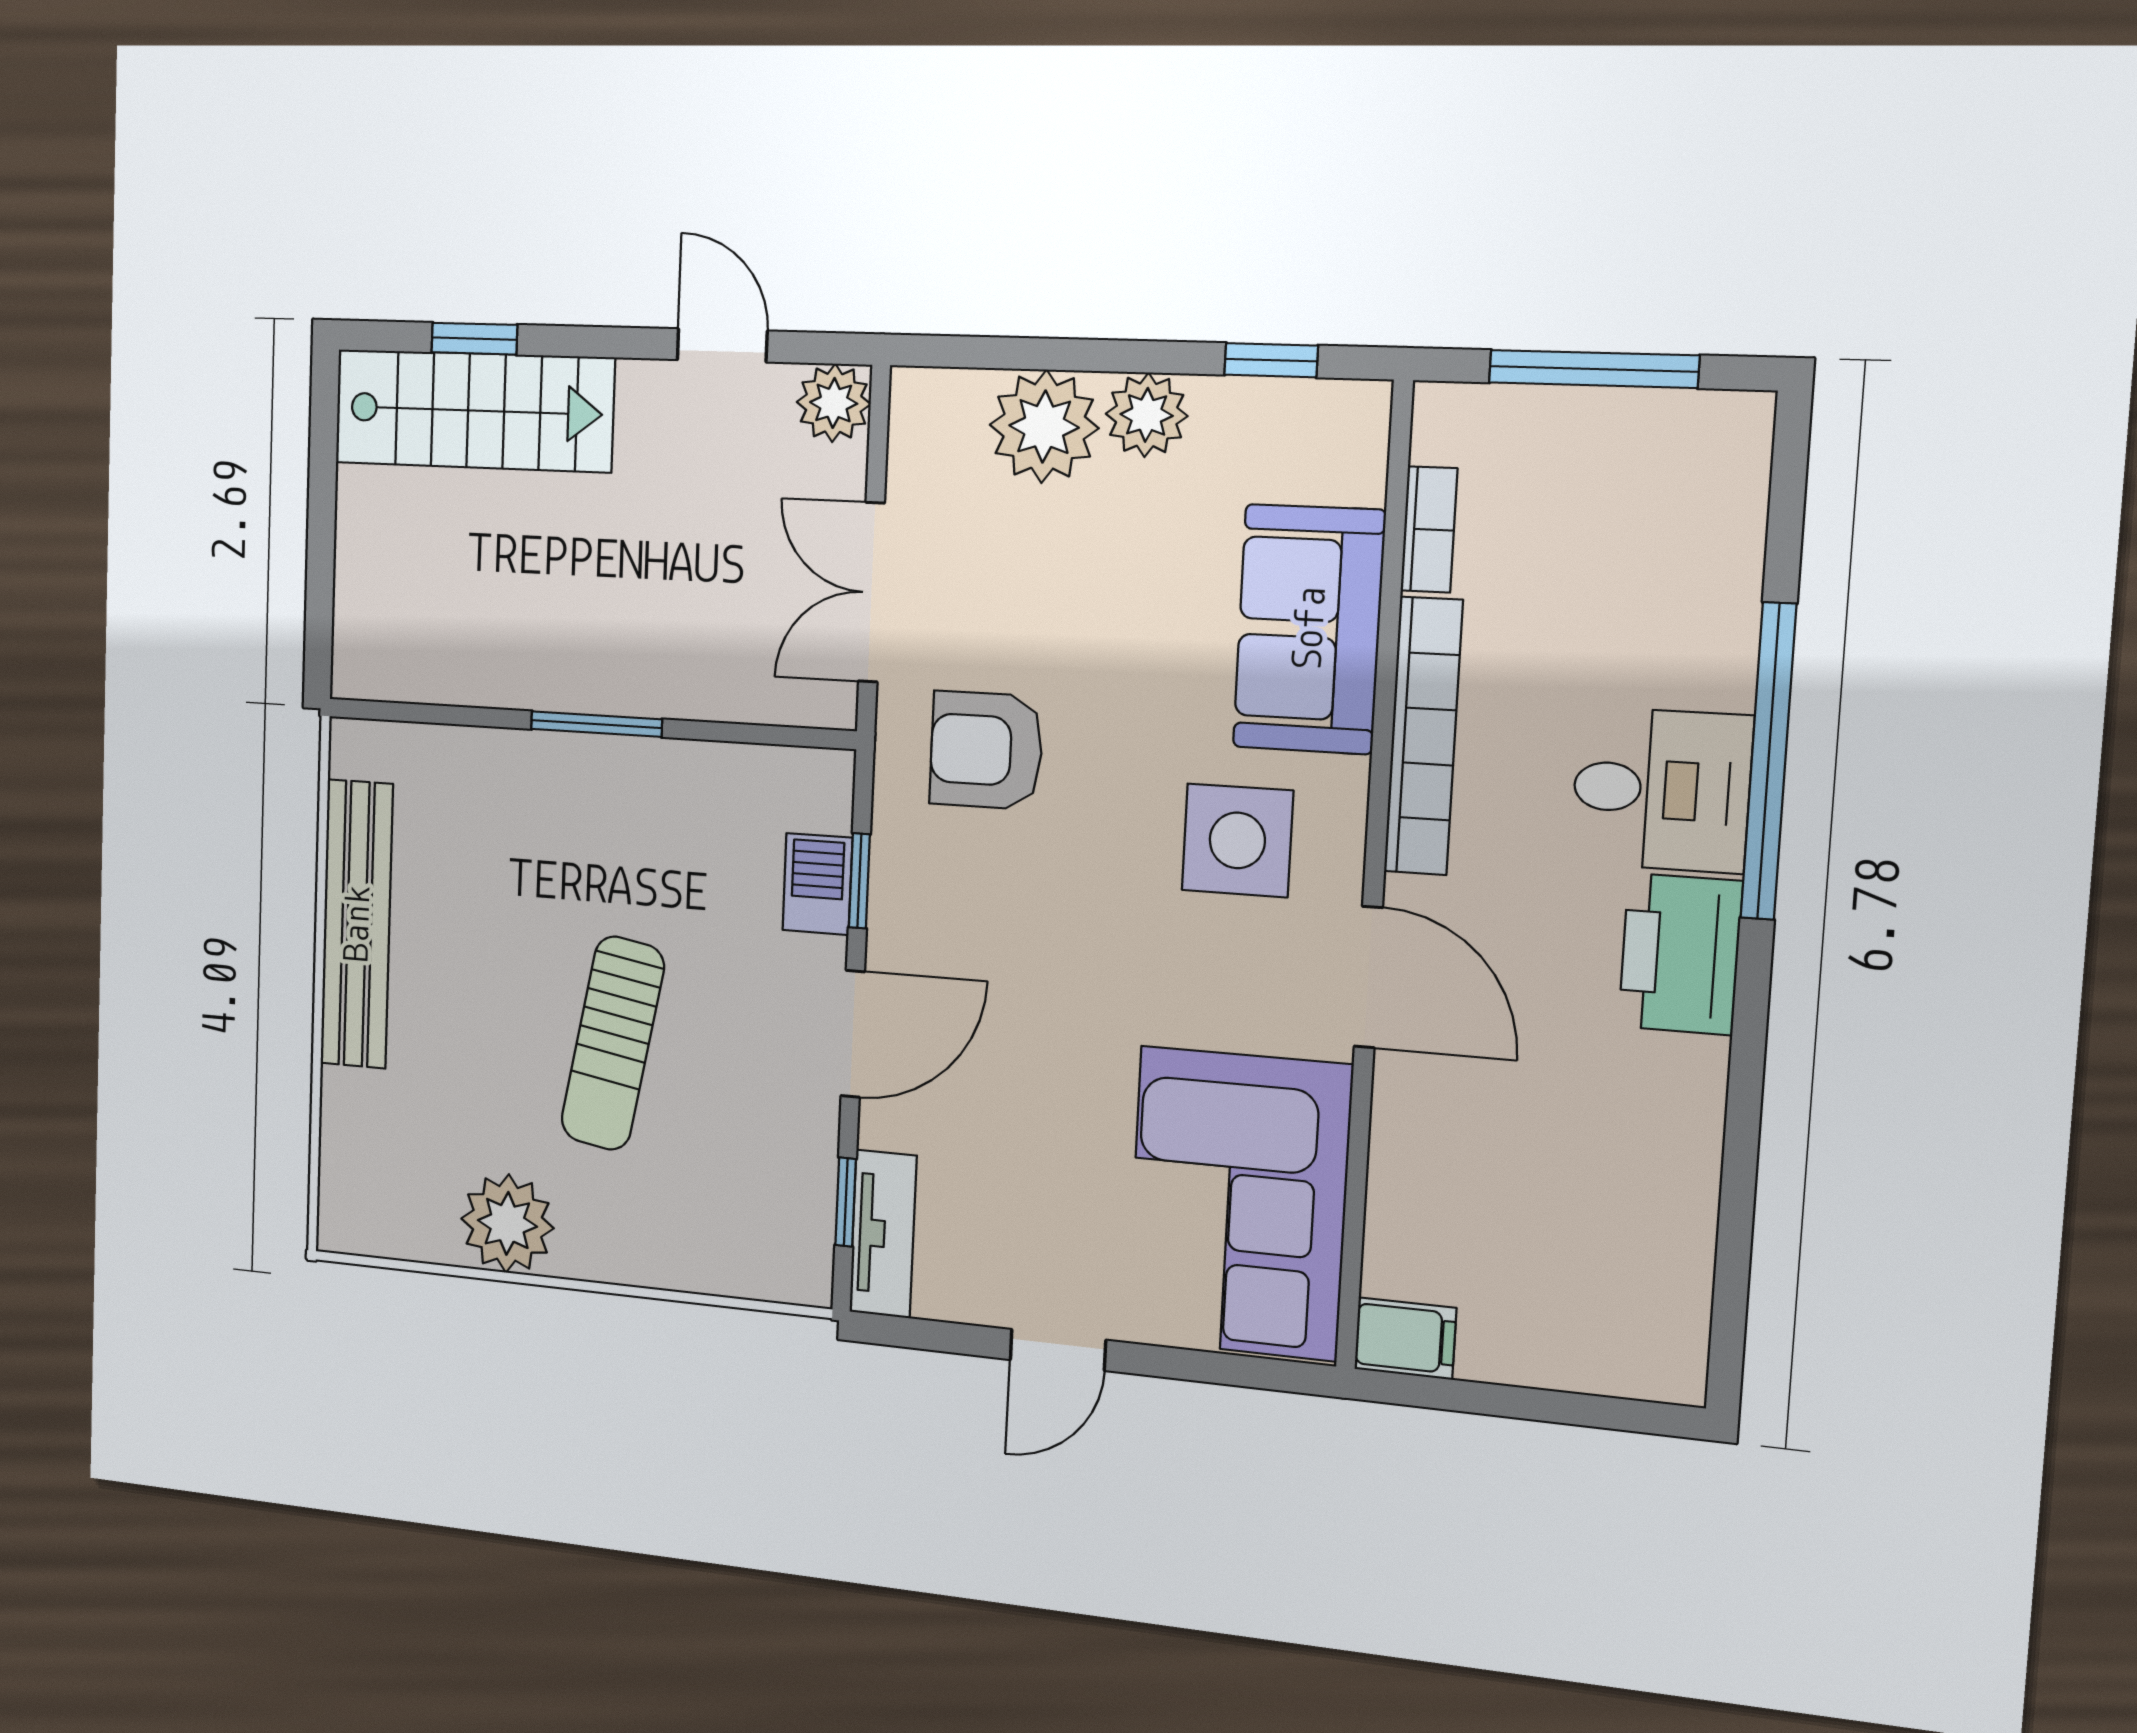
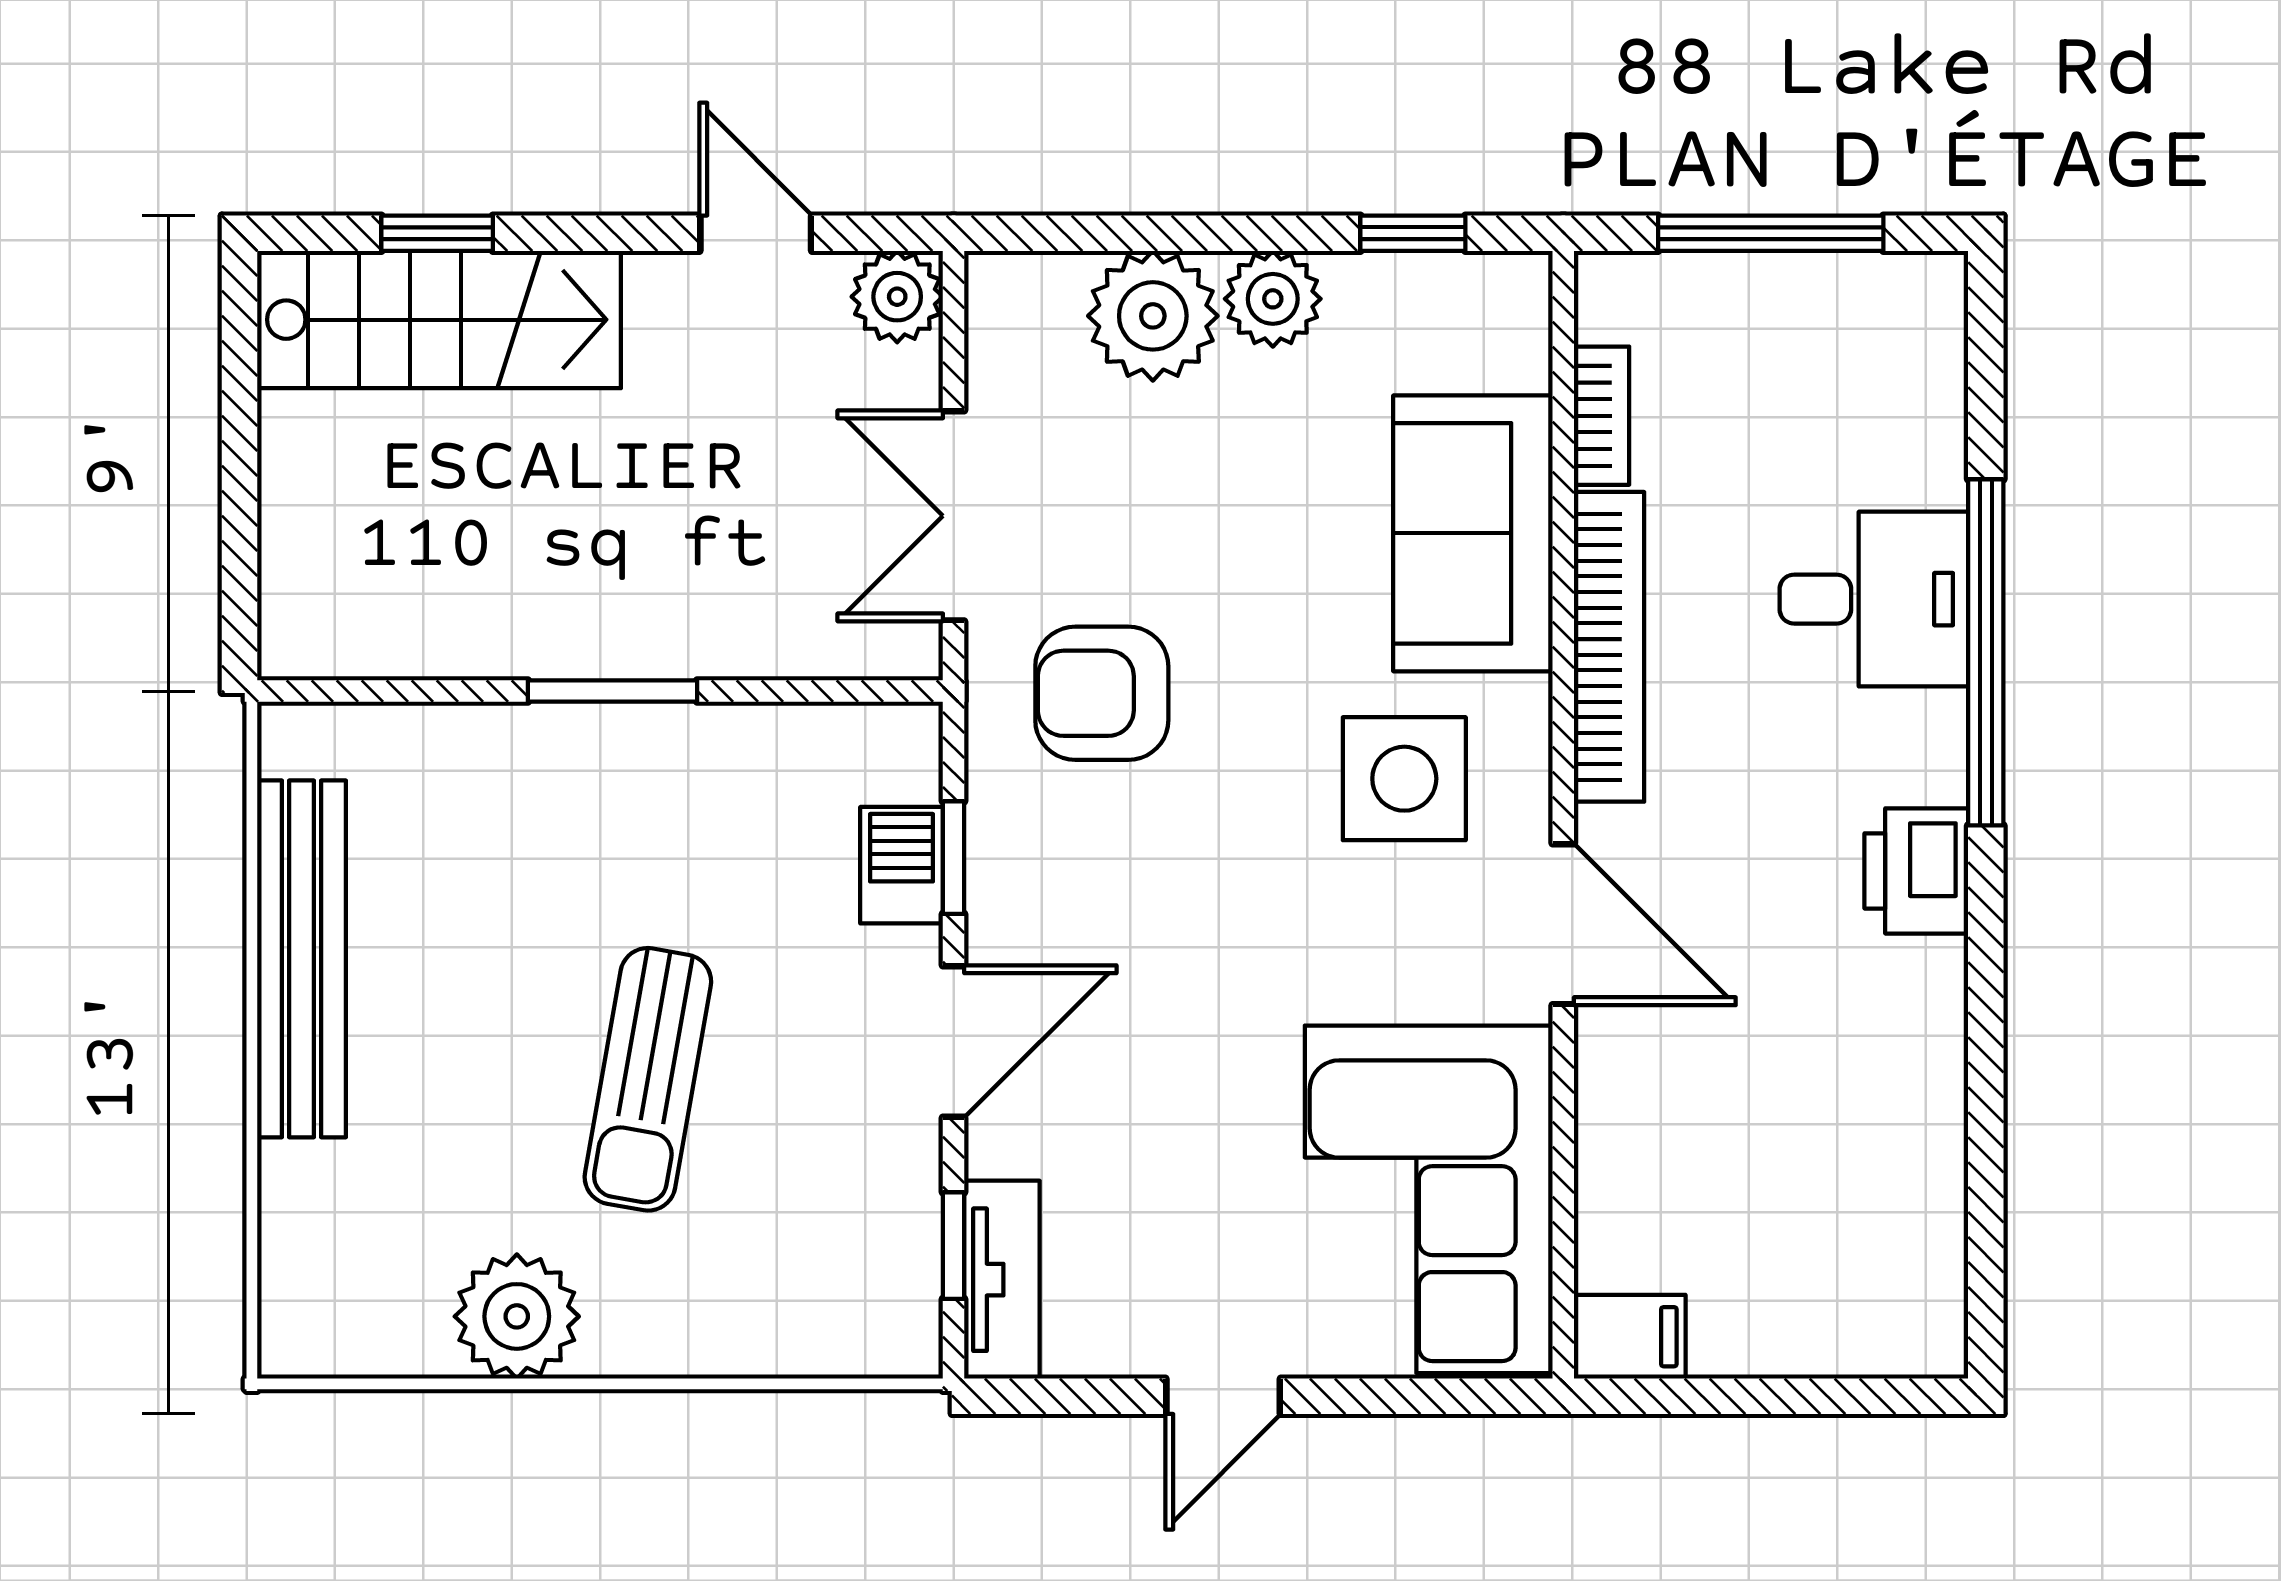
desk: (1661, 790) -> (1874, 599), moved
printer: (1680, 954) -> (1916, 871), width x0.73, depth x0.84

